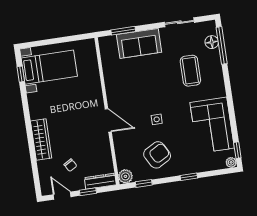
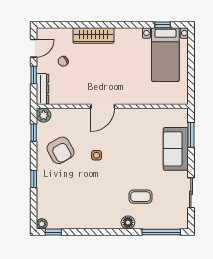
floor lamp: (212, 42) -> (128, 223), moved
coffee table: (190, 71) -> (141, 197), width x0.73, depth x0.77
corner sofa: (212, 125) -> (82, 210), removed

